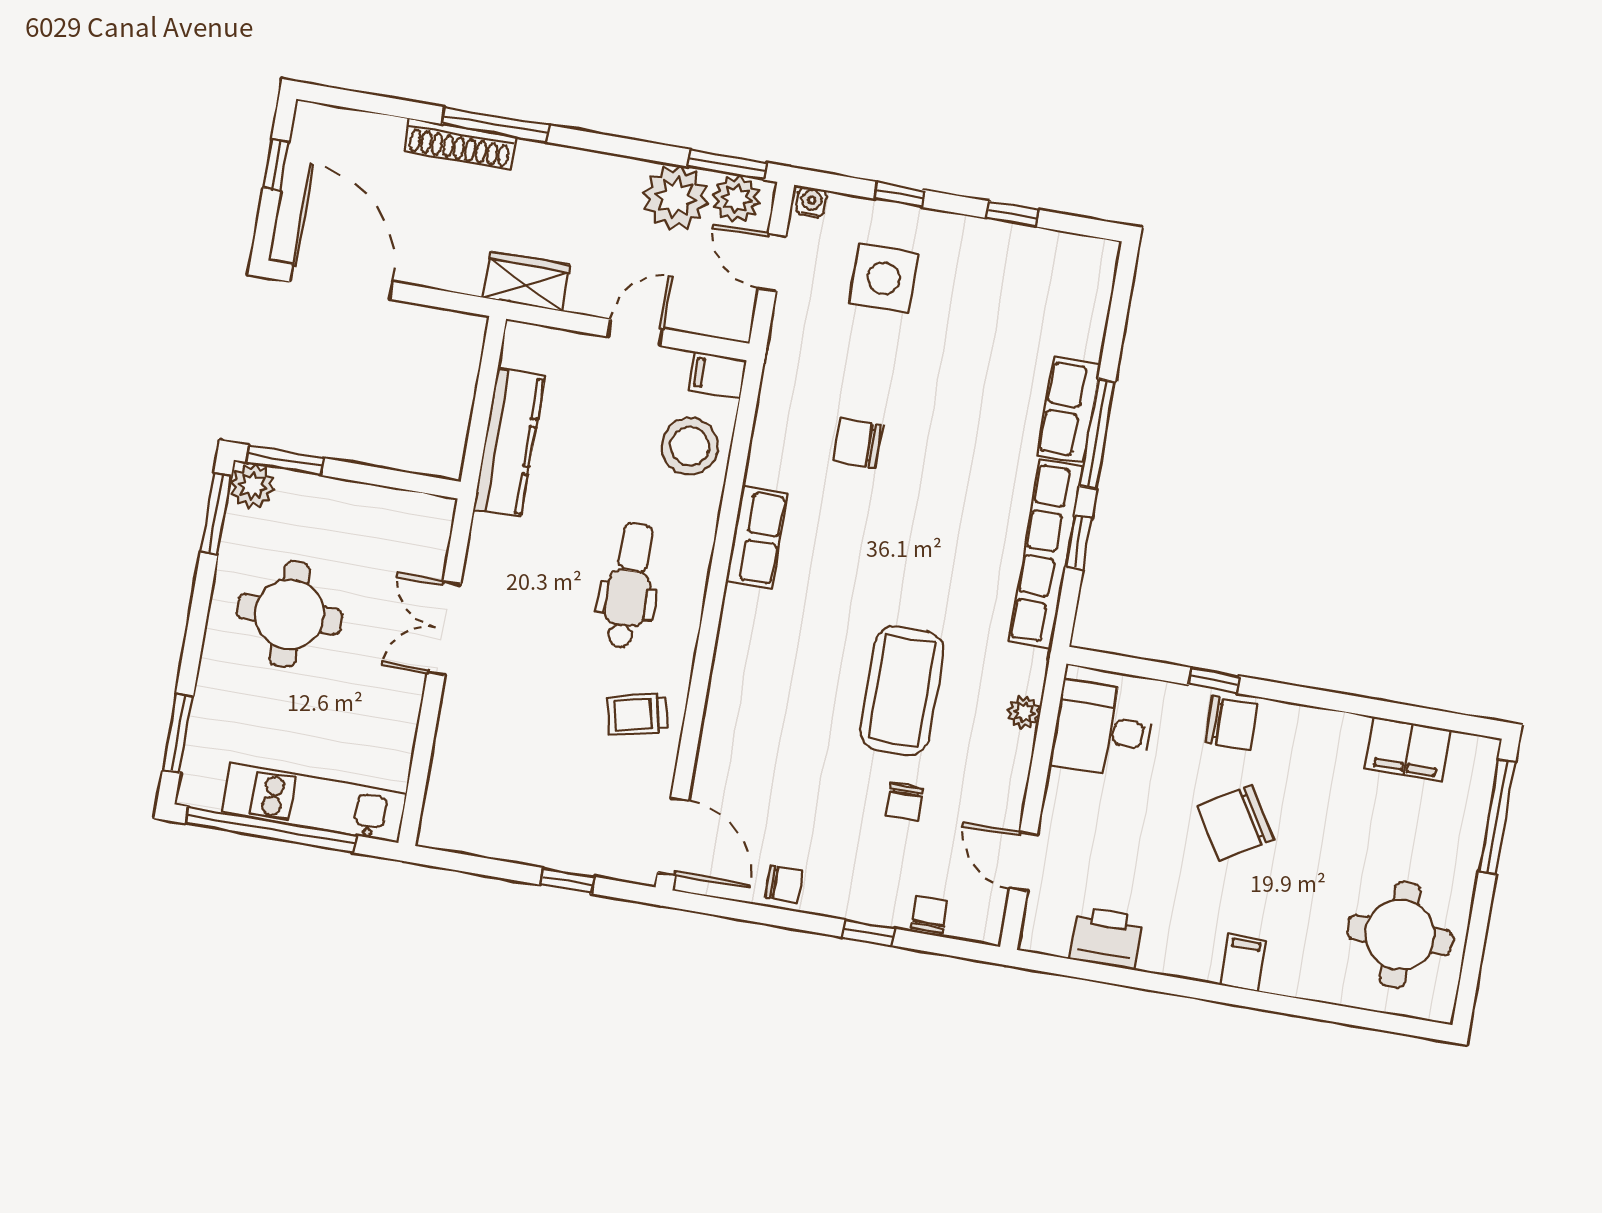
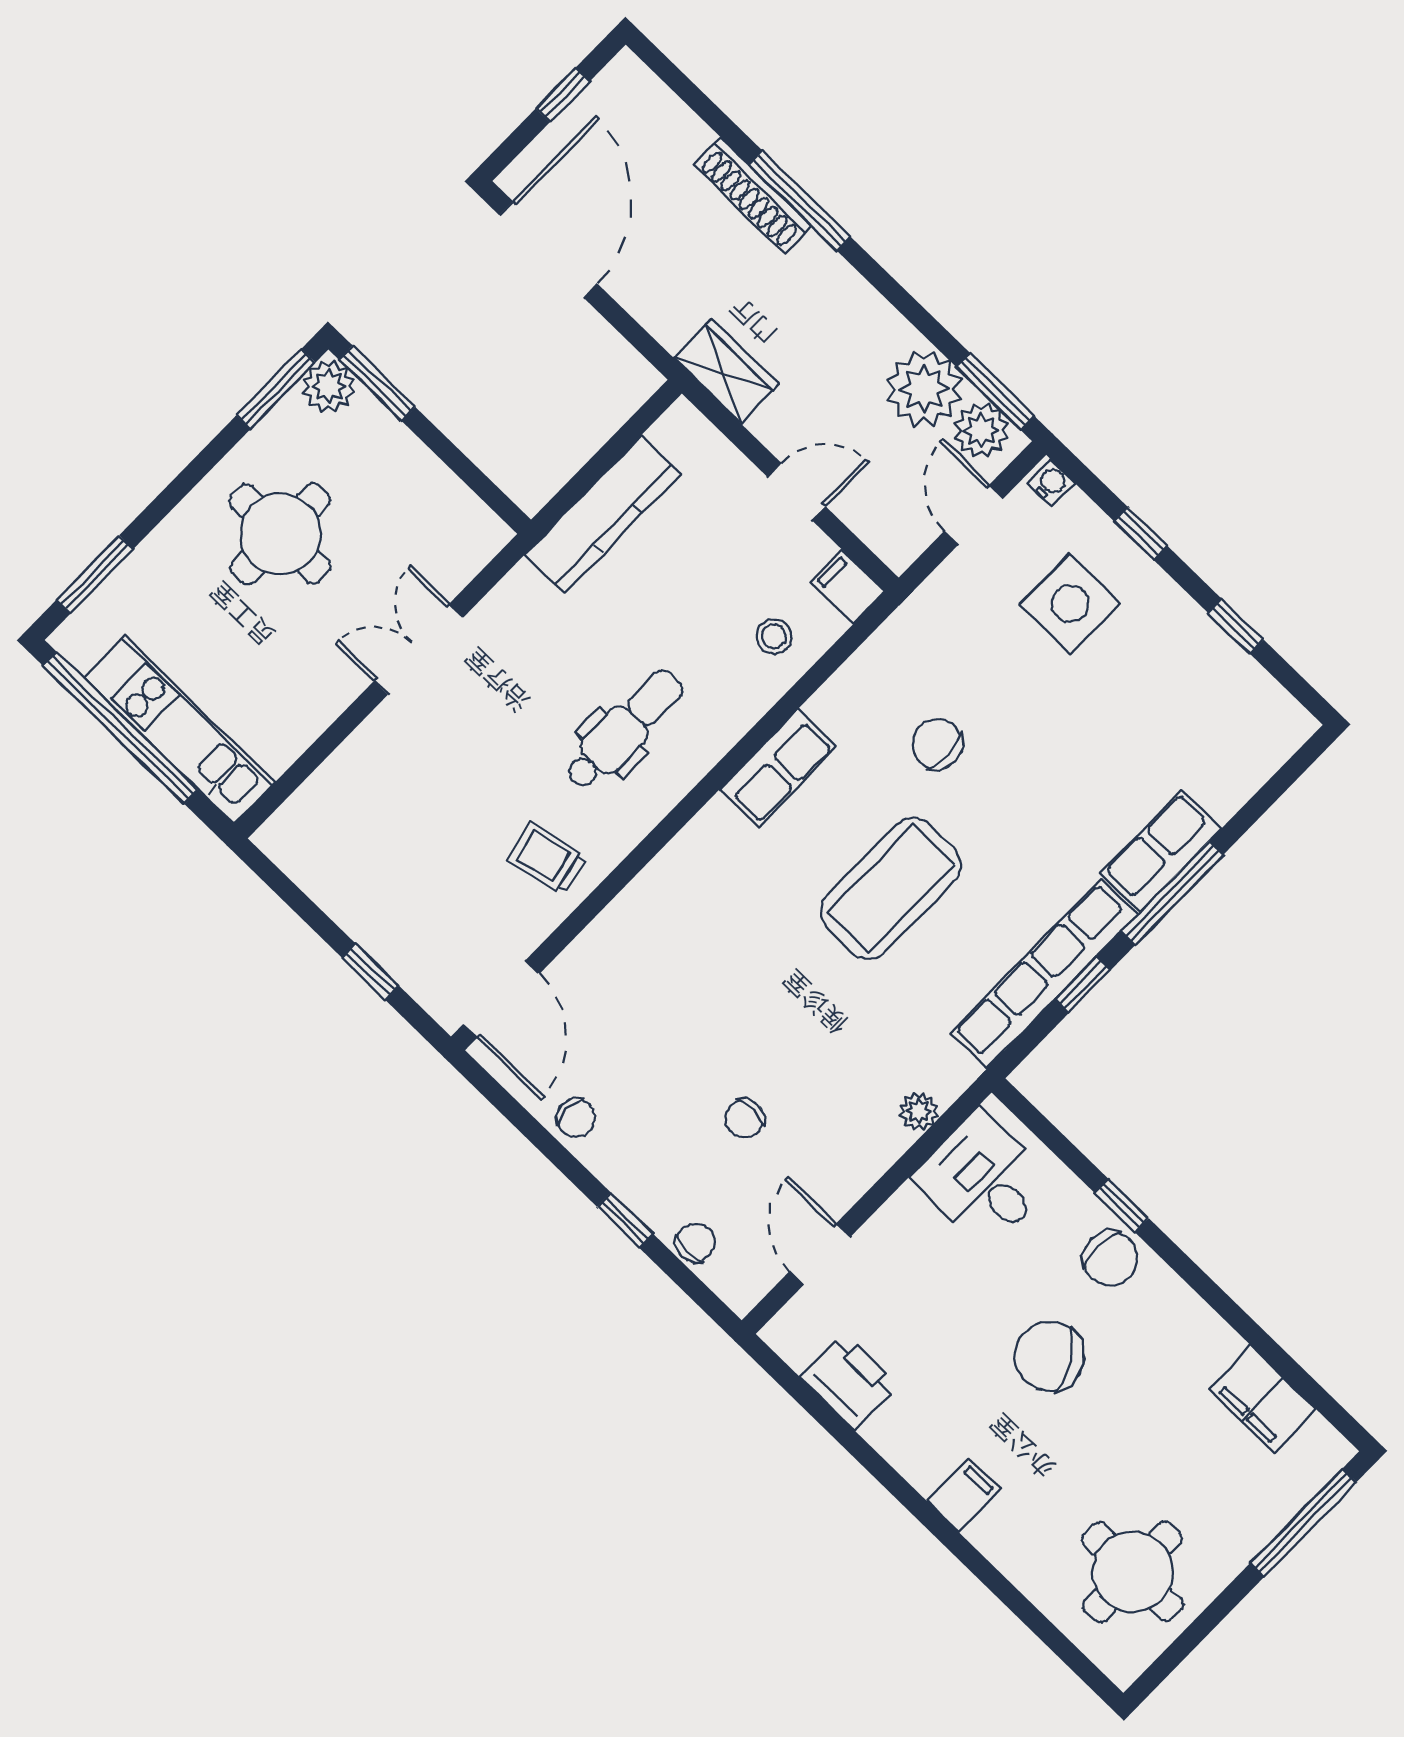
stool: (690, 446) -> (774, 637), width x0.53, depth x0.53
coffee table: (902, 691) -> (891, 888), moved

